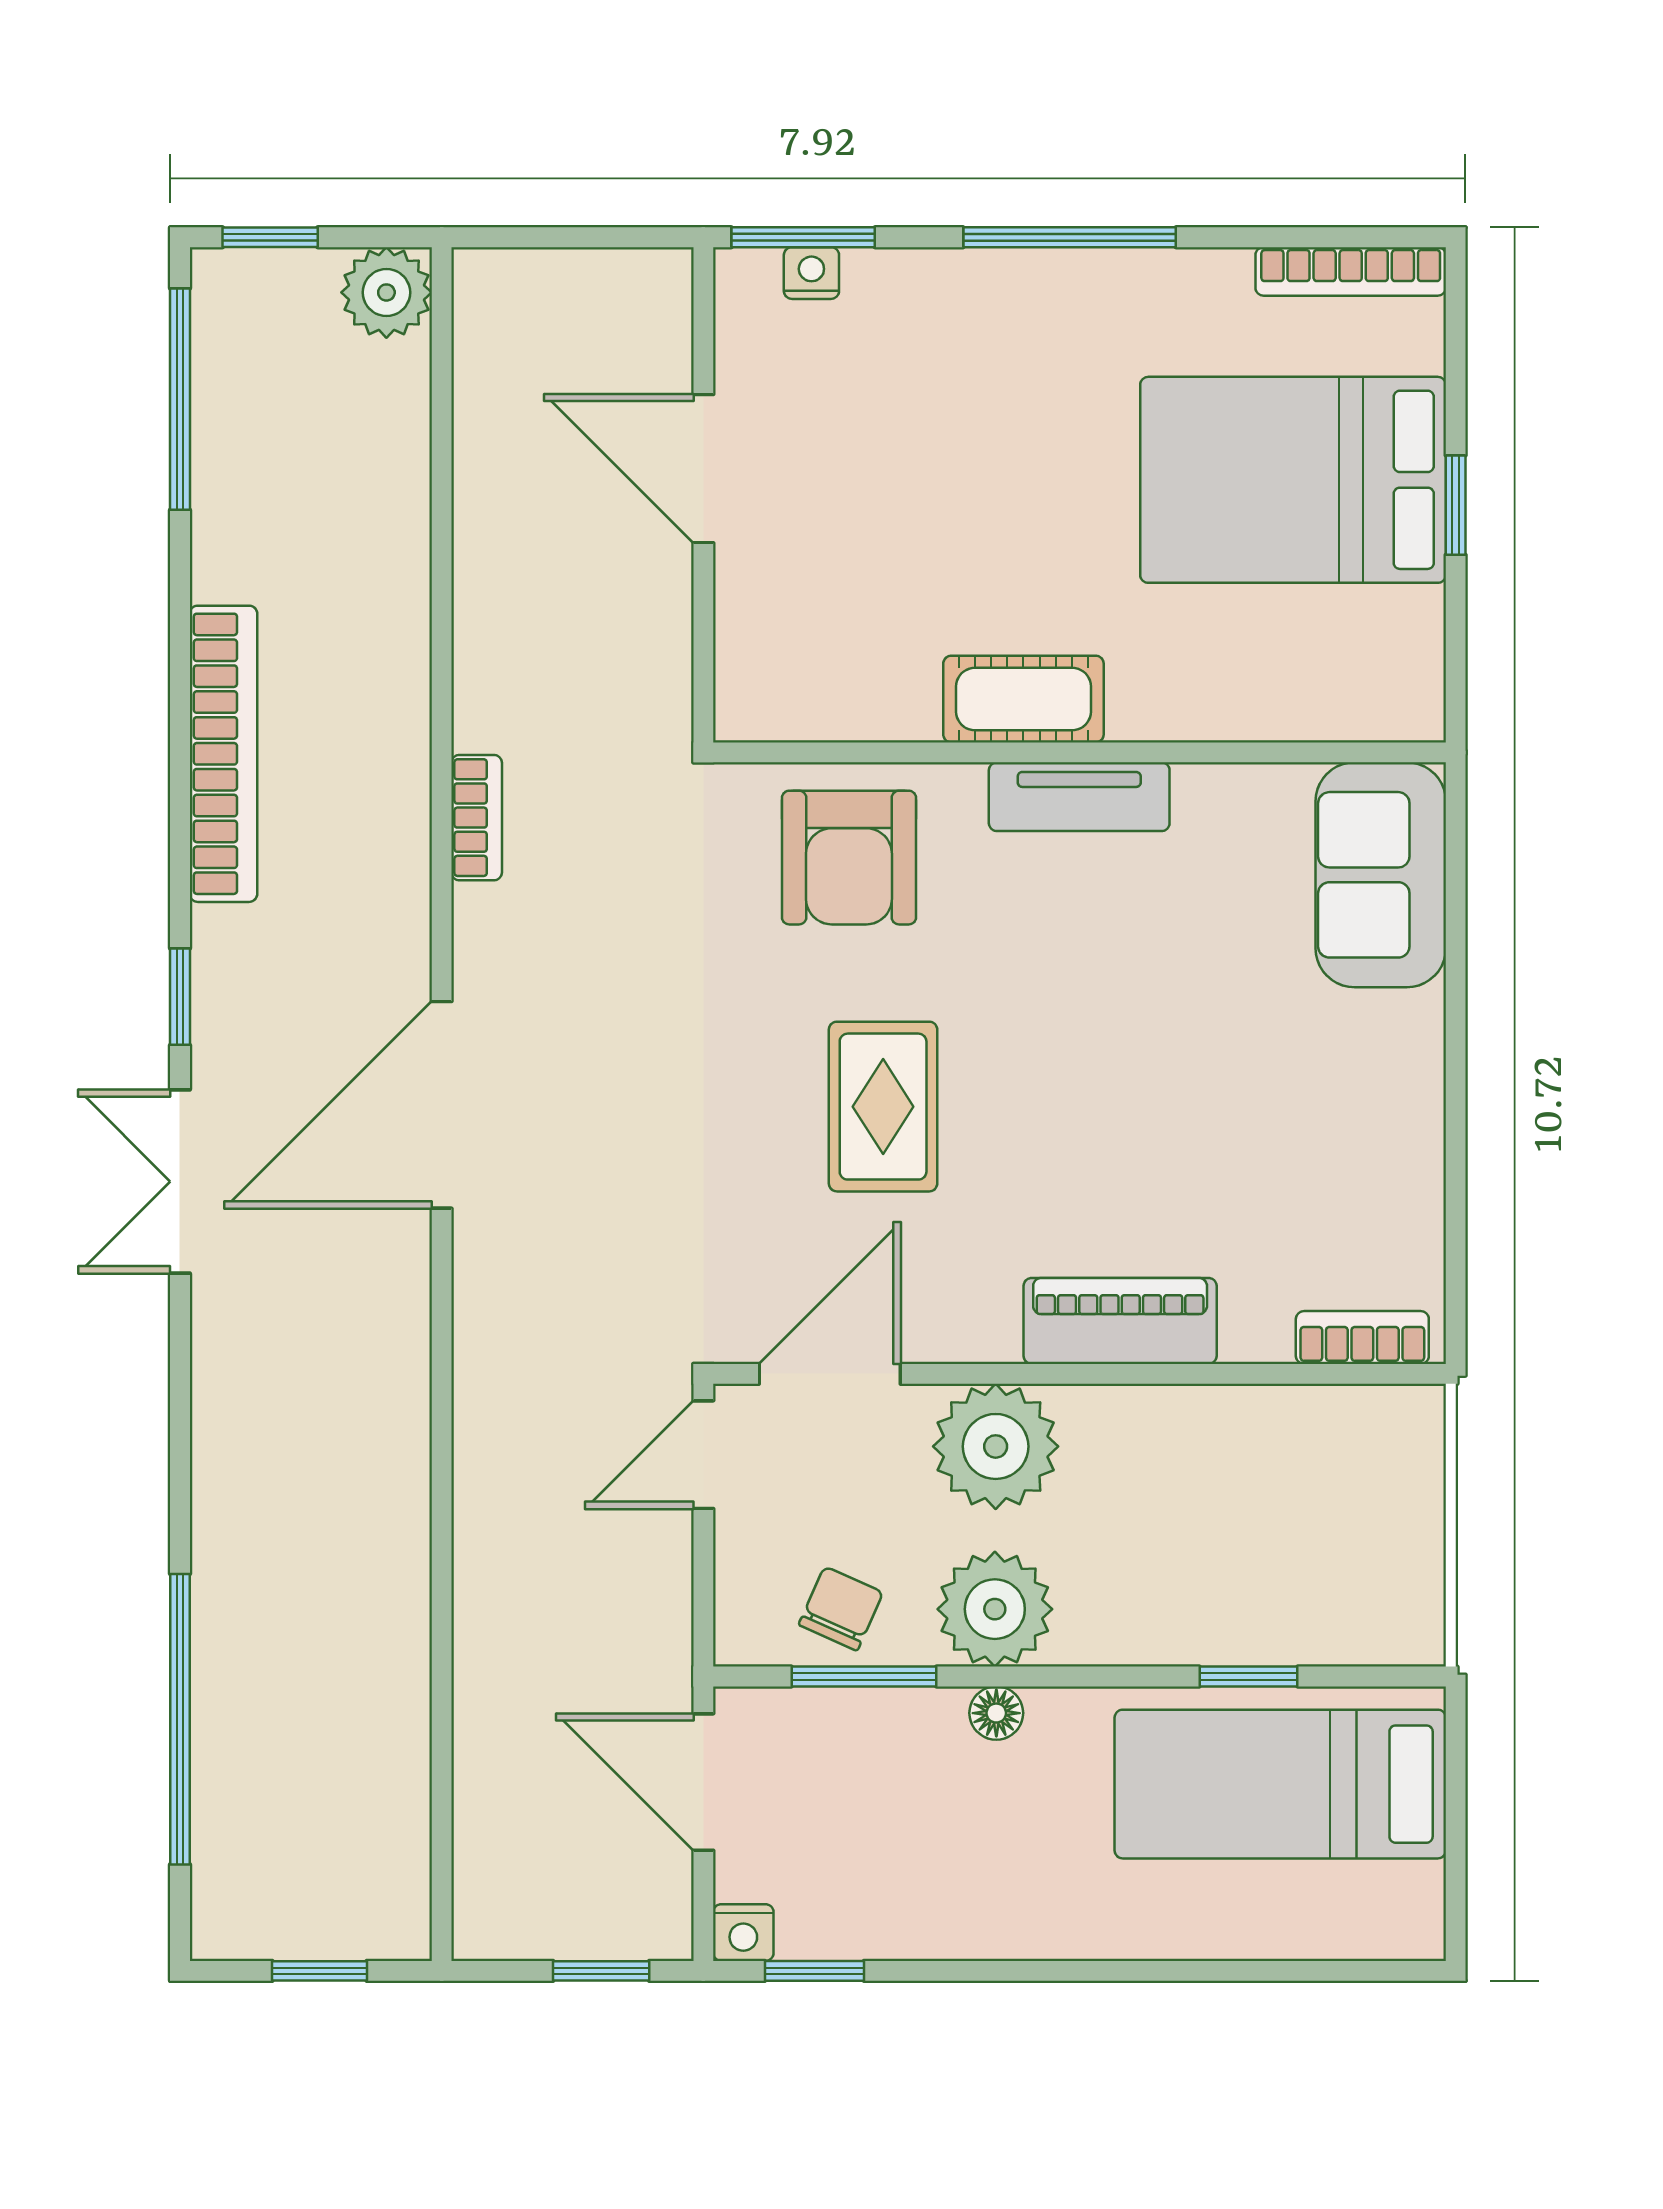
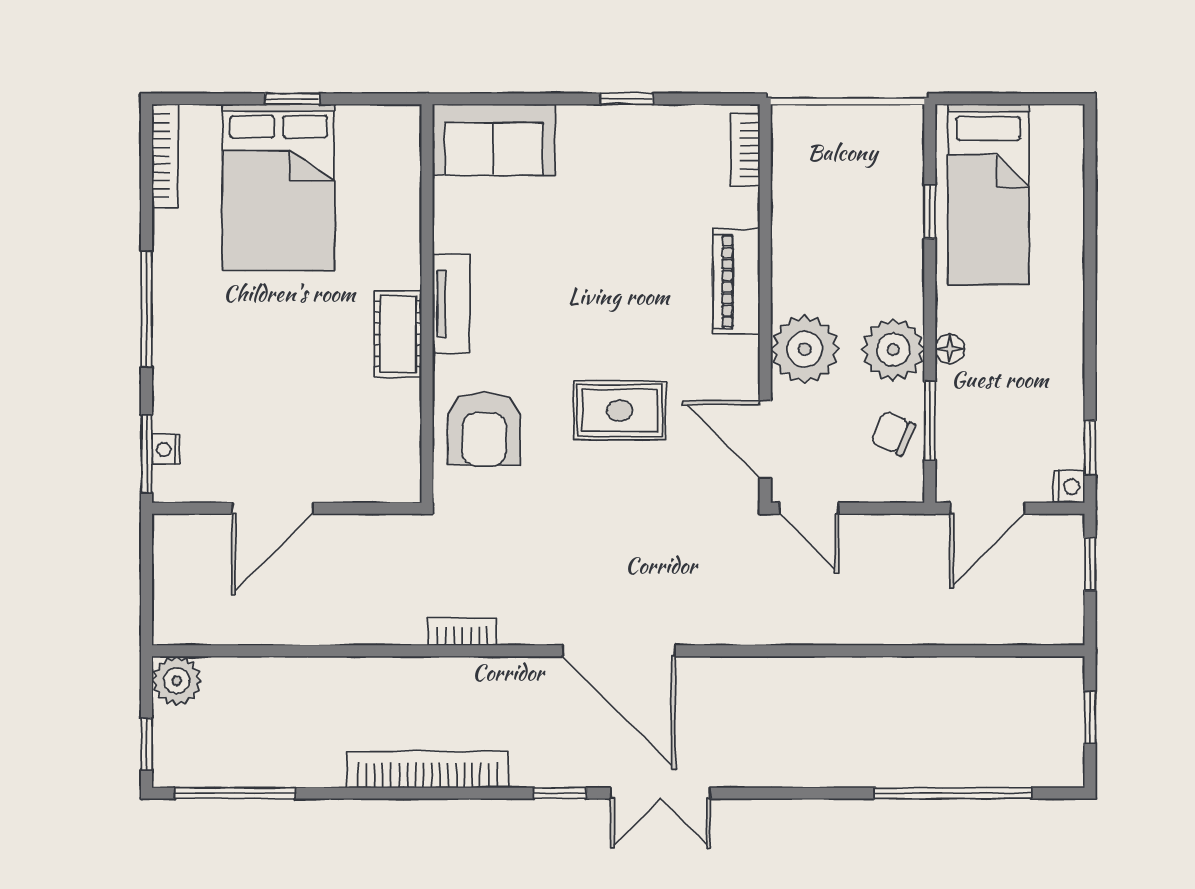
armchair: (849, 858) -> (484, 429), turned 90
window: (1456, 1120) -> (627, 99), added

